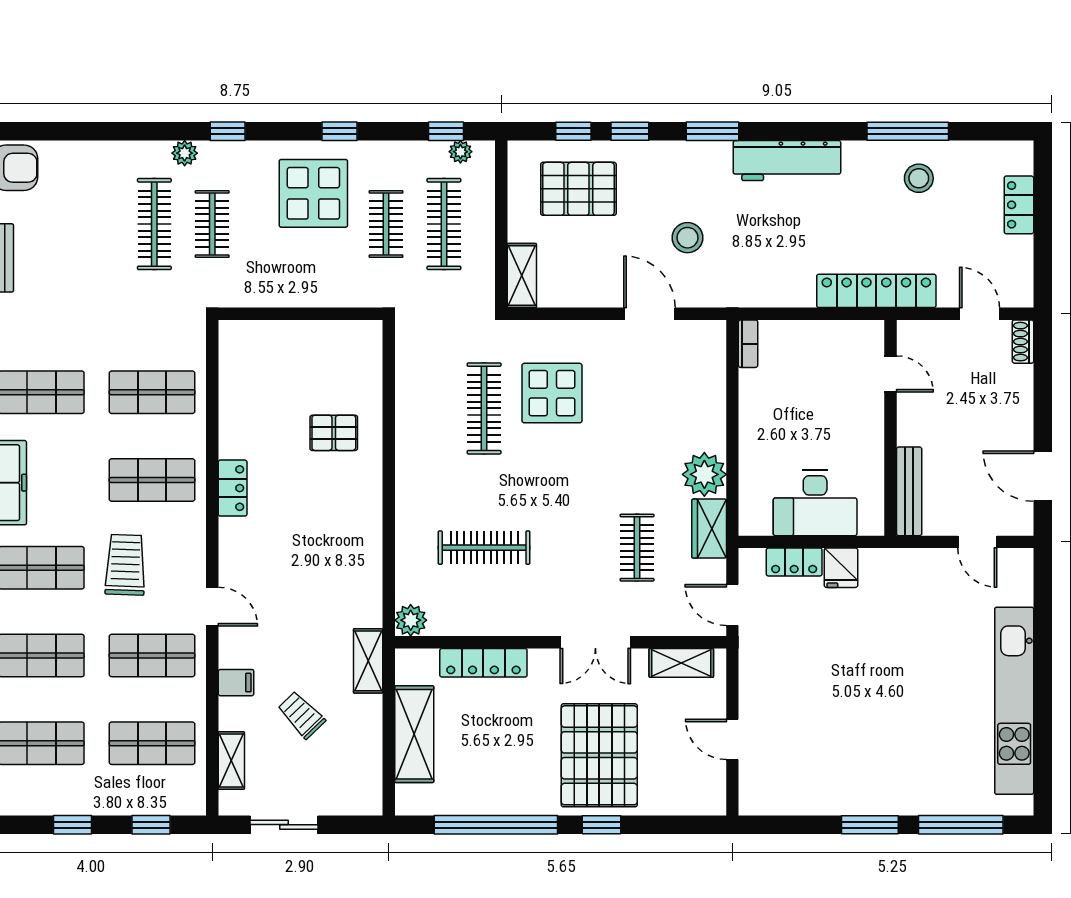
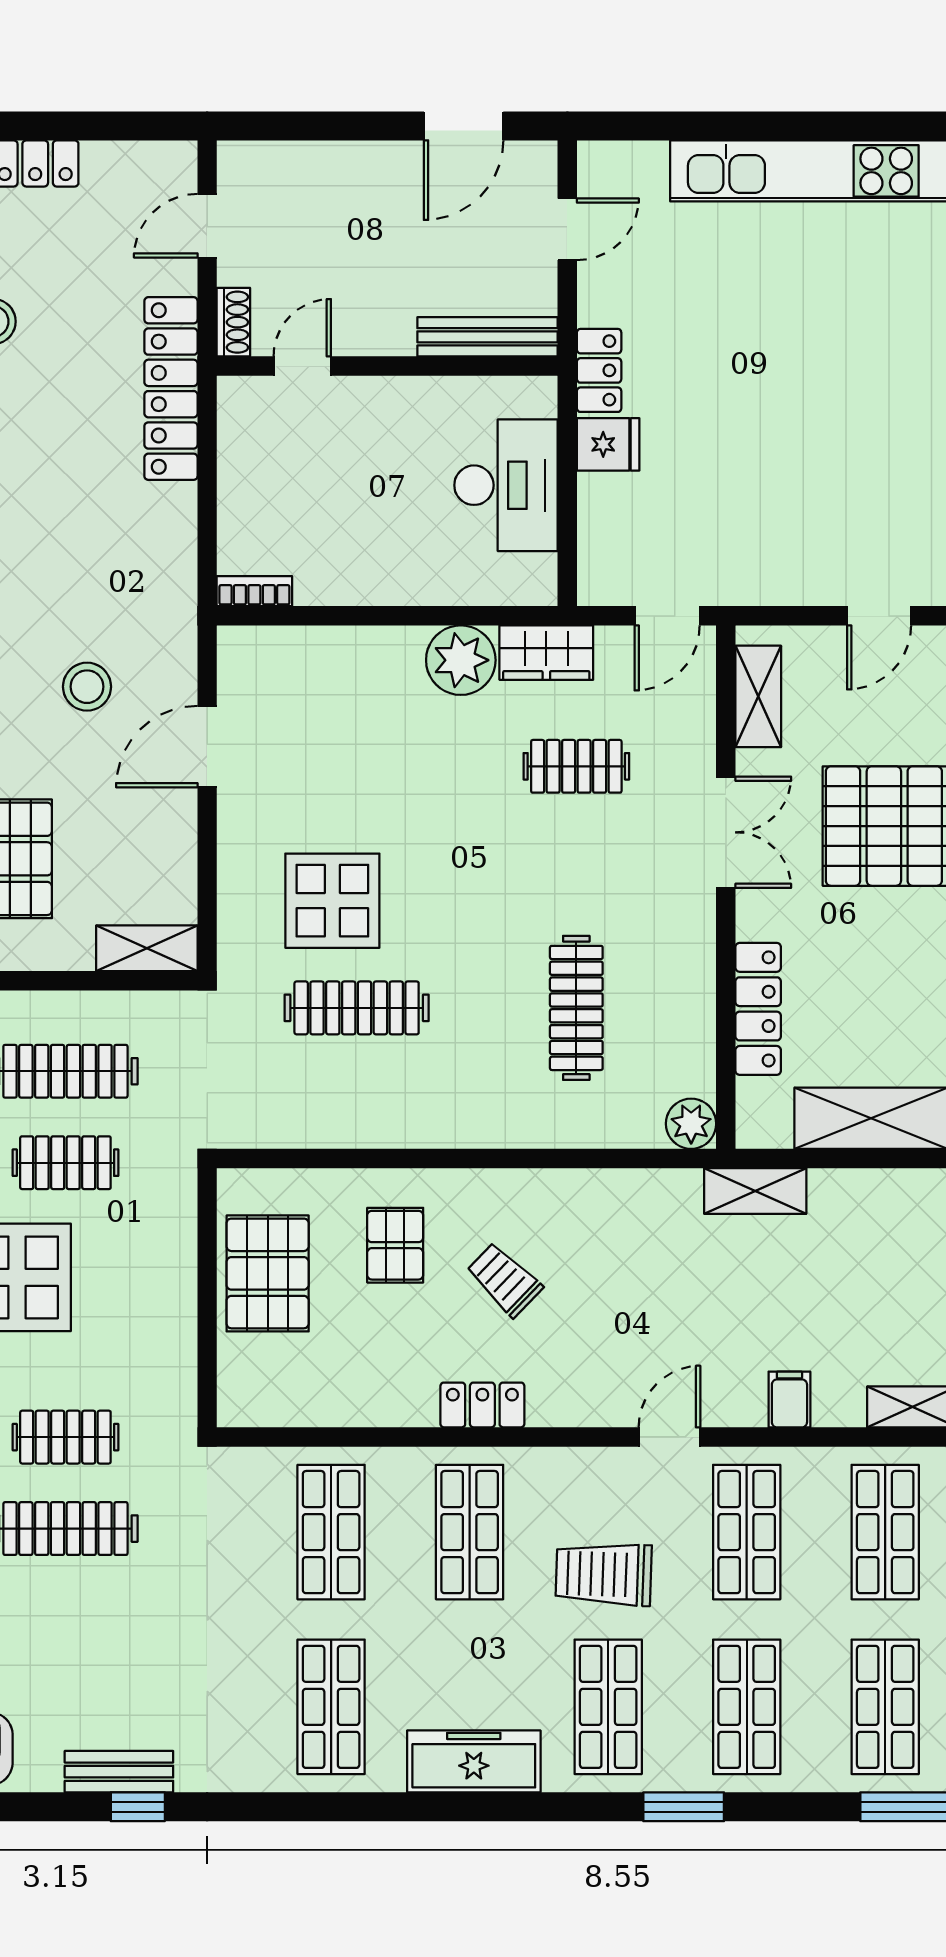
shoe rack: (1023, 342) -> (233, 322), moved, turned -90
pallet: (316, 352) -> (268, 1273), added
locker: (794, 562) -> (599, 370), moved
trolley: (301, 715) -> (504, 1280), moved, turned 88

